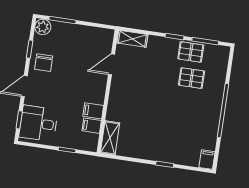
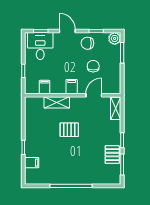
chair: (74, 60) -> (93, 66), added
door: (111, 64) -> (94, 95), hinge flipped
pallet: (191, 78) -> (69, 130), moved, turned 90
filing cabinet: (93, 111) -> (72, 87), moved
shelving: (110, 138) -> (57, 102), moved
filing cabinet: (207, 160) -> (32, 163), moved

